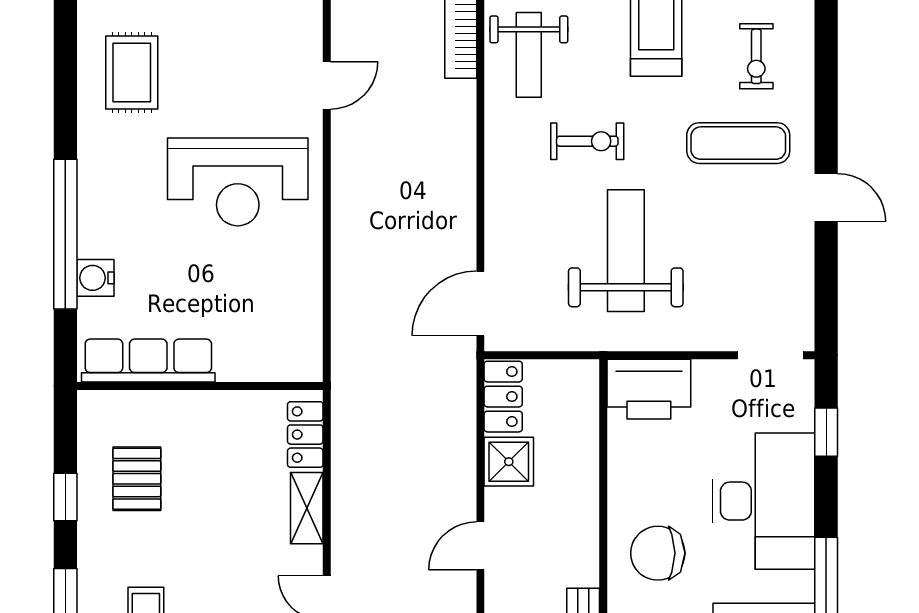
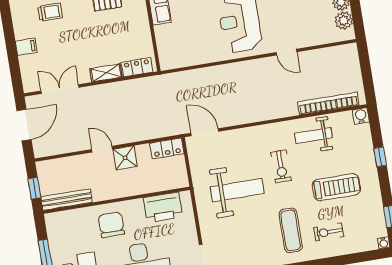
printer: (649, 389) -> (163, 207), moved, turned -90
shower: (509, 462) -> (125, 158), moved

